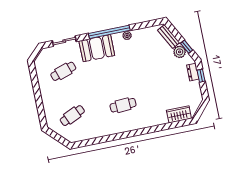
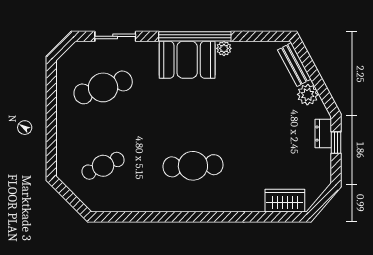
window: (187, 47) -> (321, 88), removed
booth: (97, 48) -> (187, 60), moved
cafe table: (63, 71) -> (103, 87), width x1.37, depth x1.35
cafe table: (123, 105) -> (193, 166), width x1.37, depth x1.35

